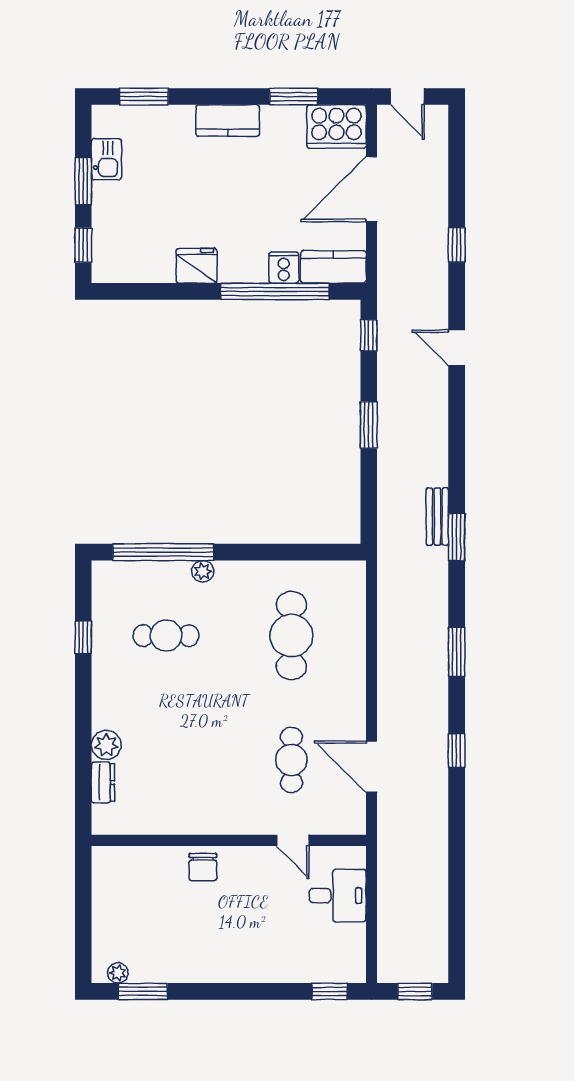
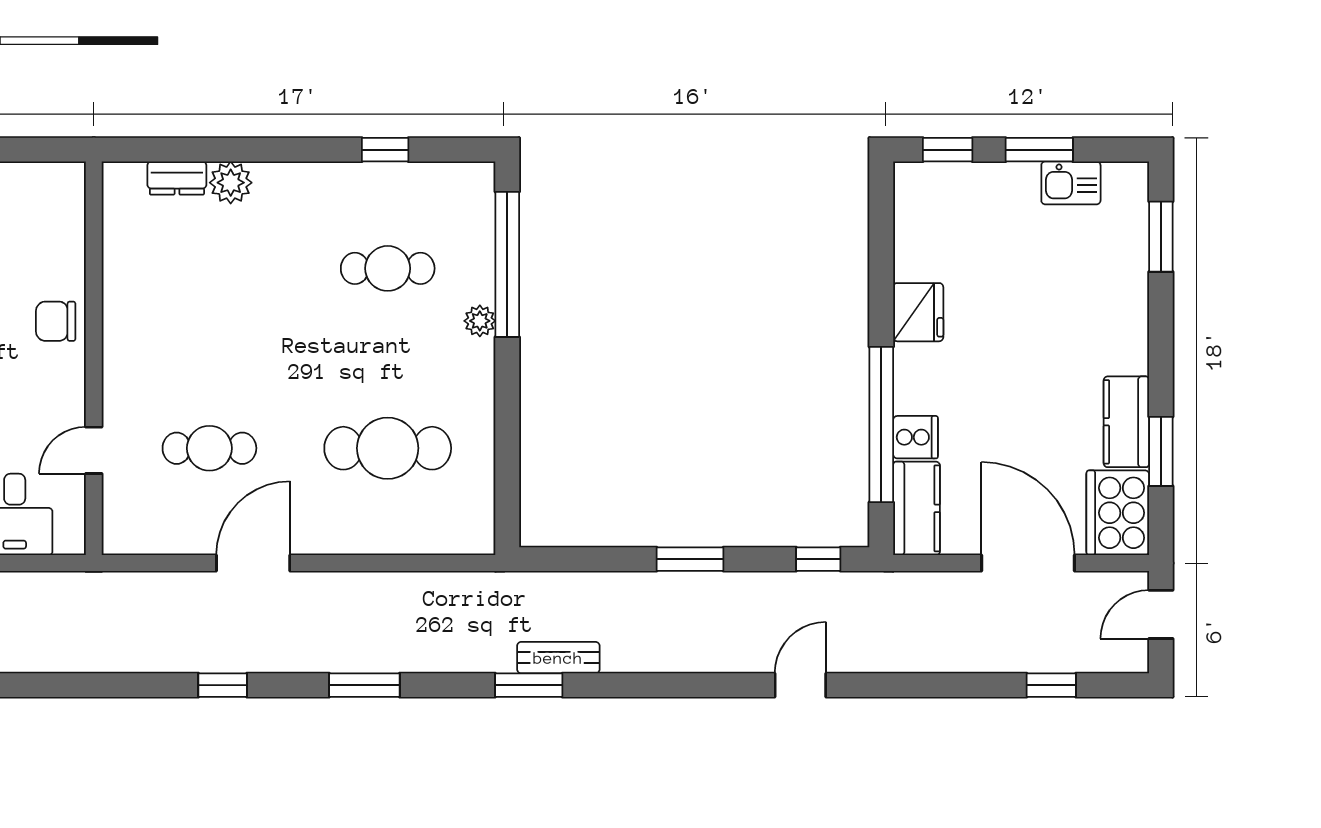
kitchen counter: (228, 121) -> (1126, 422), moved
window: (457, 245) -> (1051, 685), moved
cafe table: (166, 636) -> (388, 268), turned 90
door: (371, 767) -> (253, 563), moved

